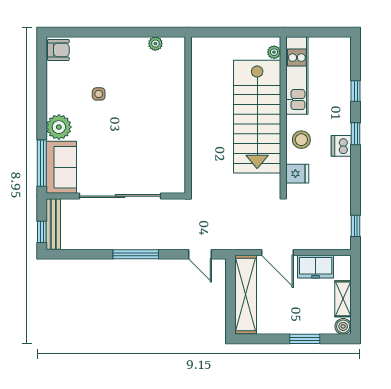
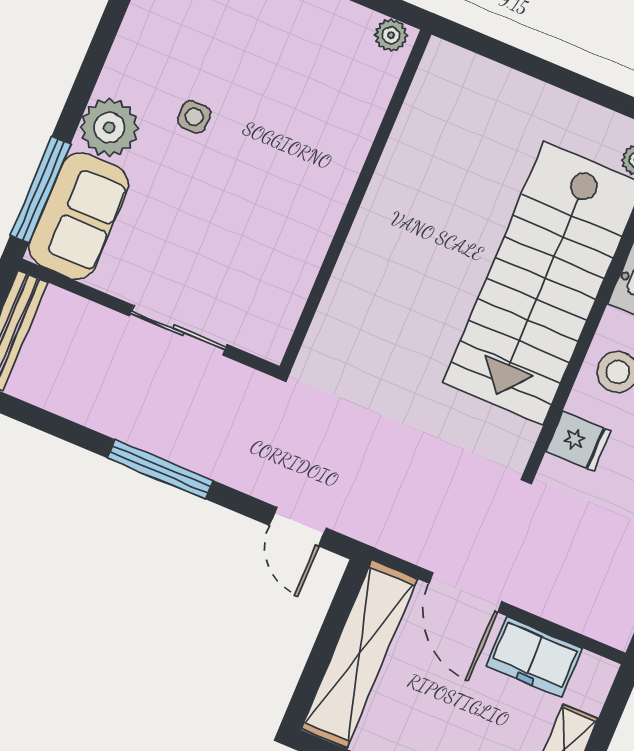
side table: (99, 94) -> (194, 117), moved
wall: (188, 115) -> (355, 200), moved
sliding door: (120, 196) -> (178, 330), width x0.54

